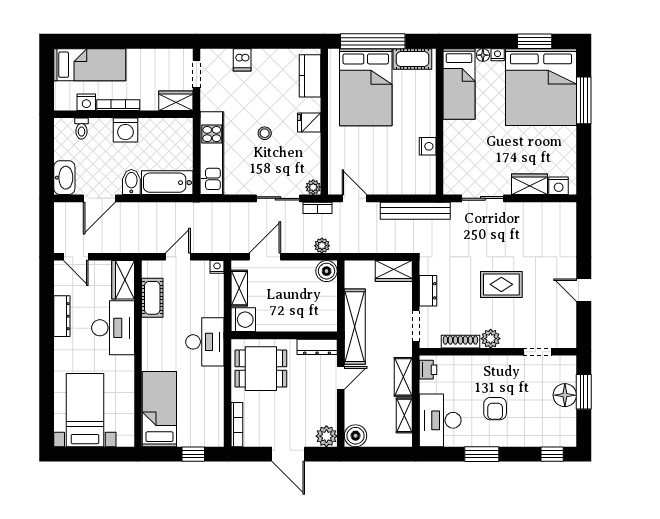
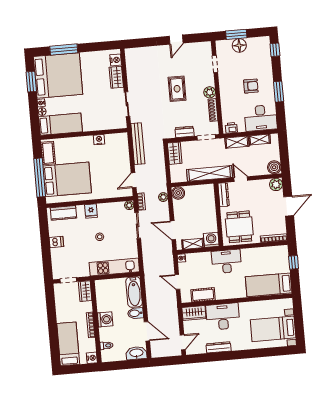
dishwasher: (242, 60) -> (56, 242), moved
nightstand: (86, 102) -> (92, 358), moved

